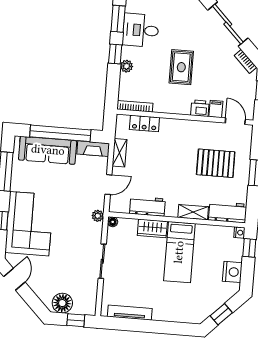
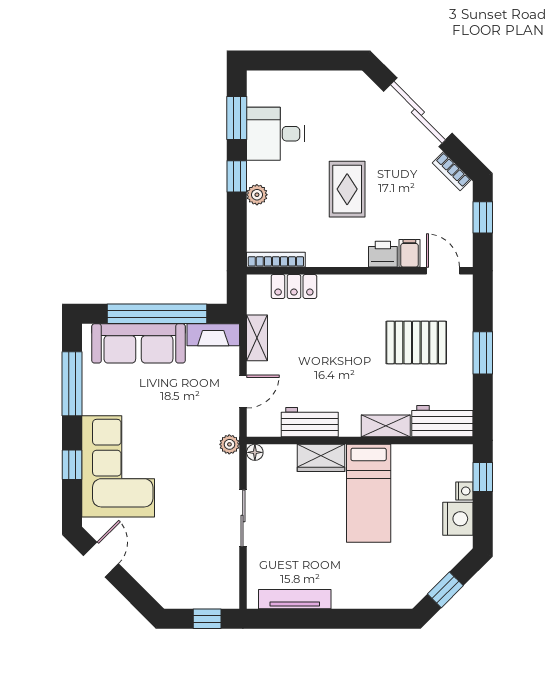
nightstand: (239, 233) -> (464, 491), moved
floor lamp: (62, 303) -> (183, 592), removed

